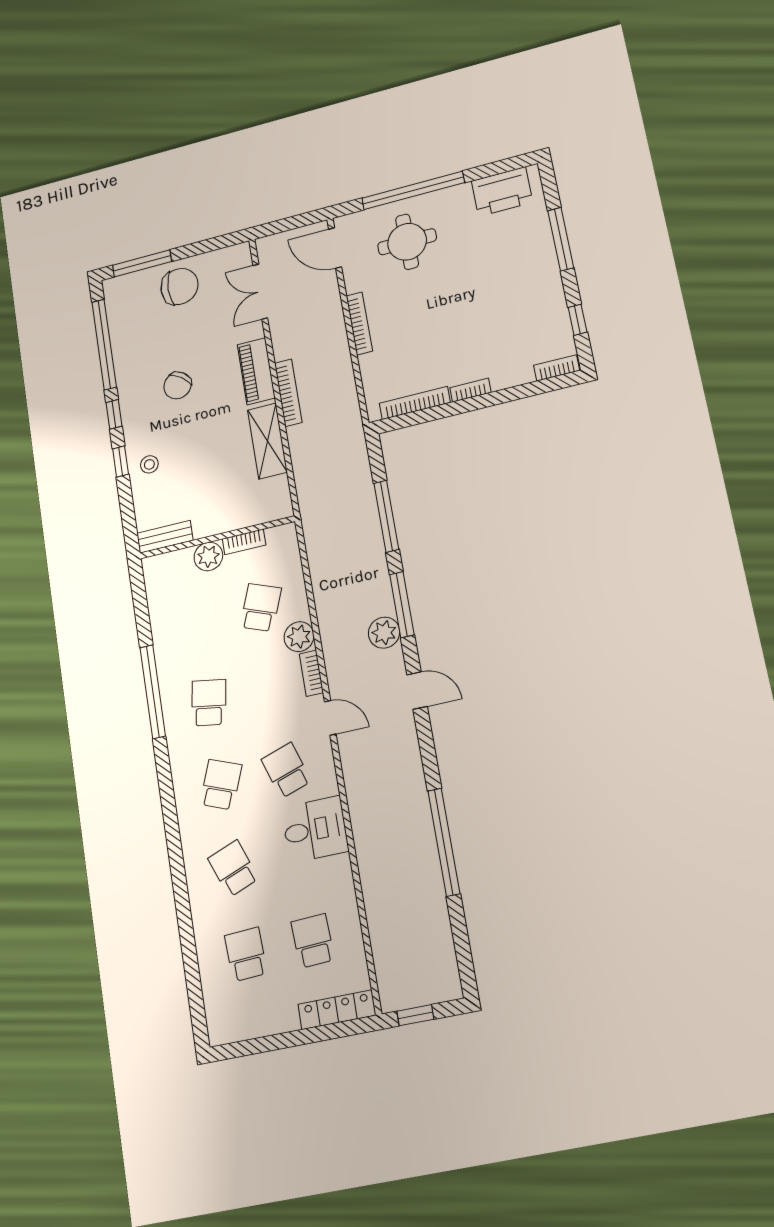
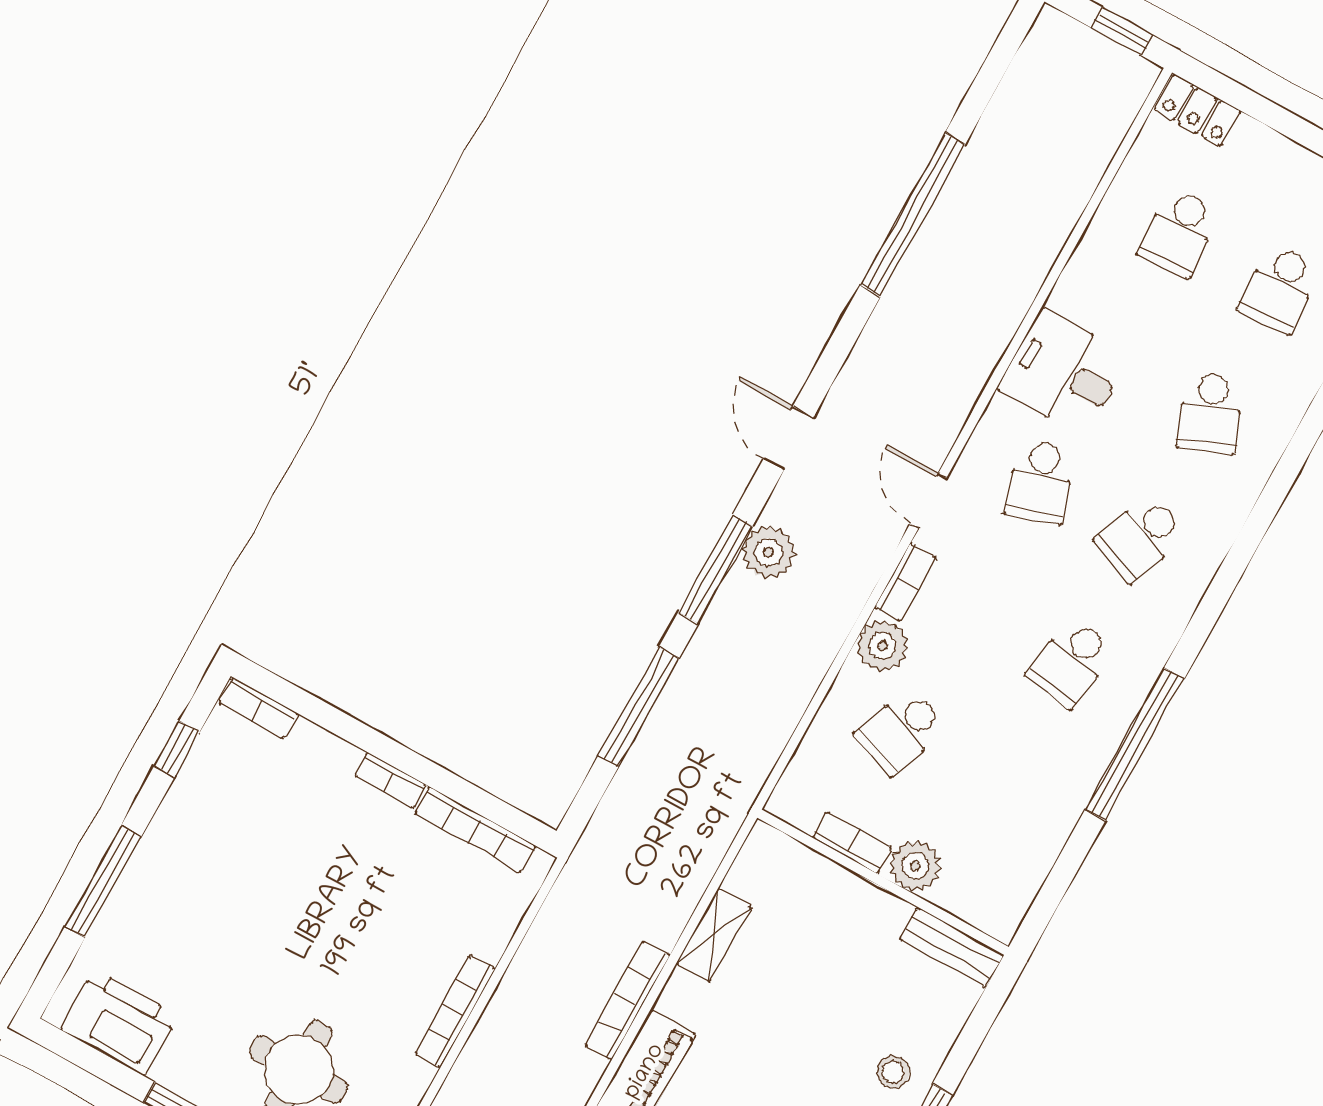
shelving: (267, 441) -> (714, 935), width x0.67, depth x0.75
locker: (337, 1010) -> (1198, 110), width x0.66

